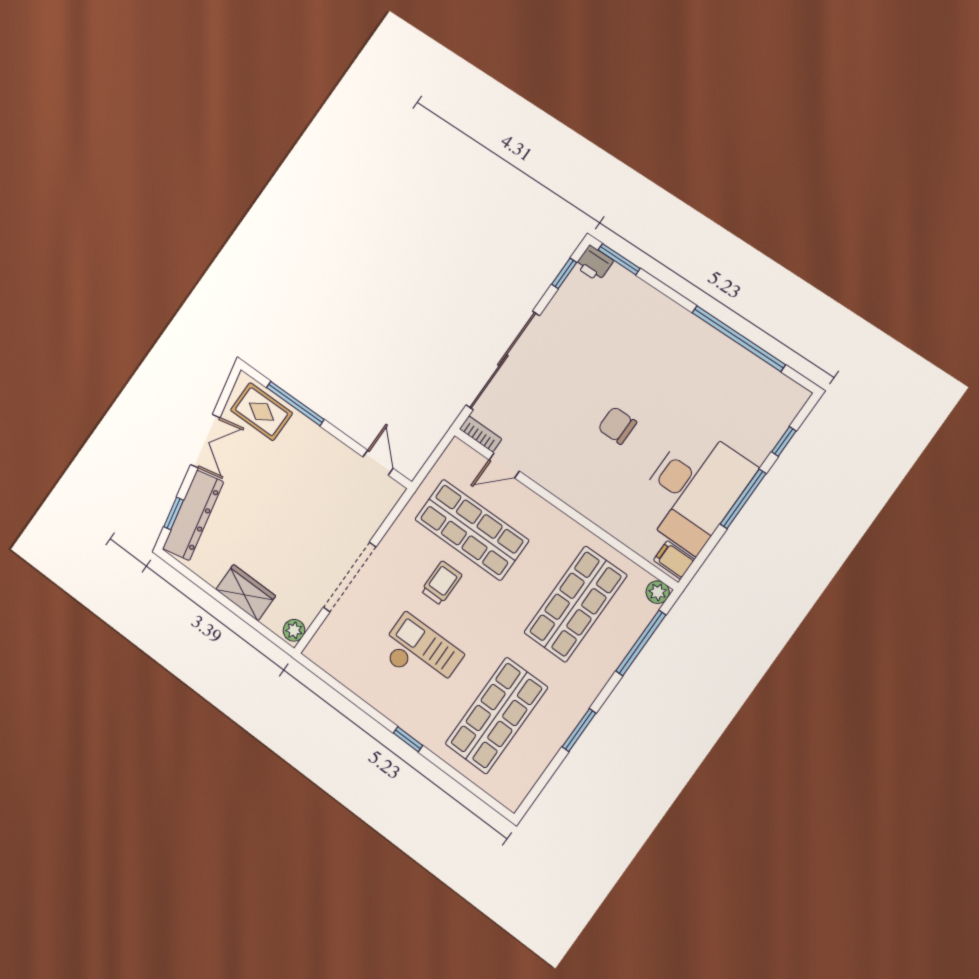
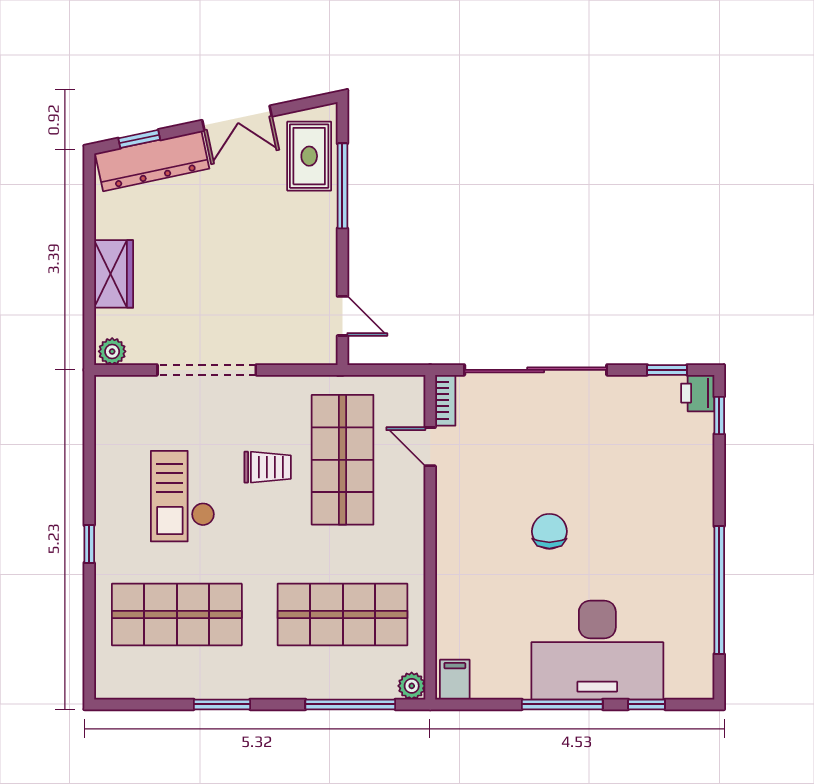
window: (619, 259) -> (719, 415), width x0.67
door: (378, 463) -> (342, 316), hinge flipped
desk: (694, 489) -> (597, 650), moved
checkout: (420, 653) -> (183, 496), turned 180

